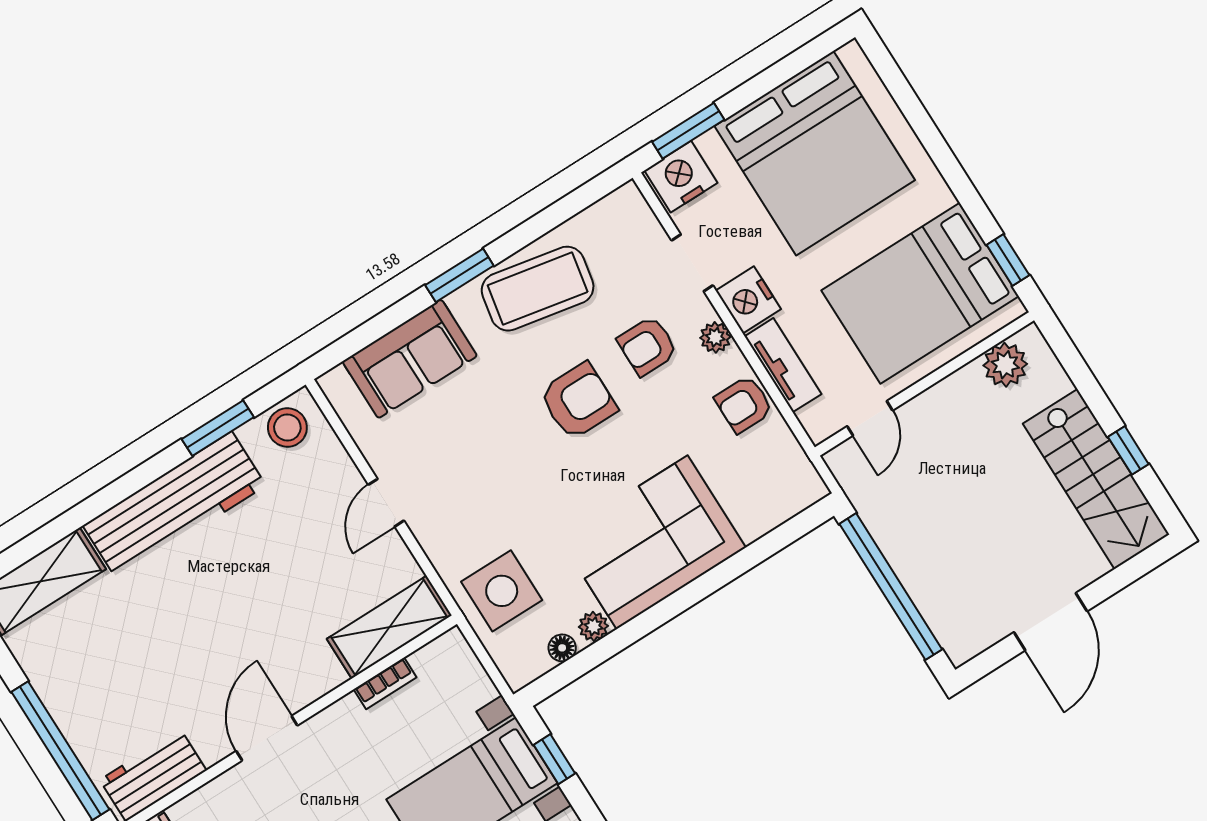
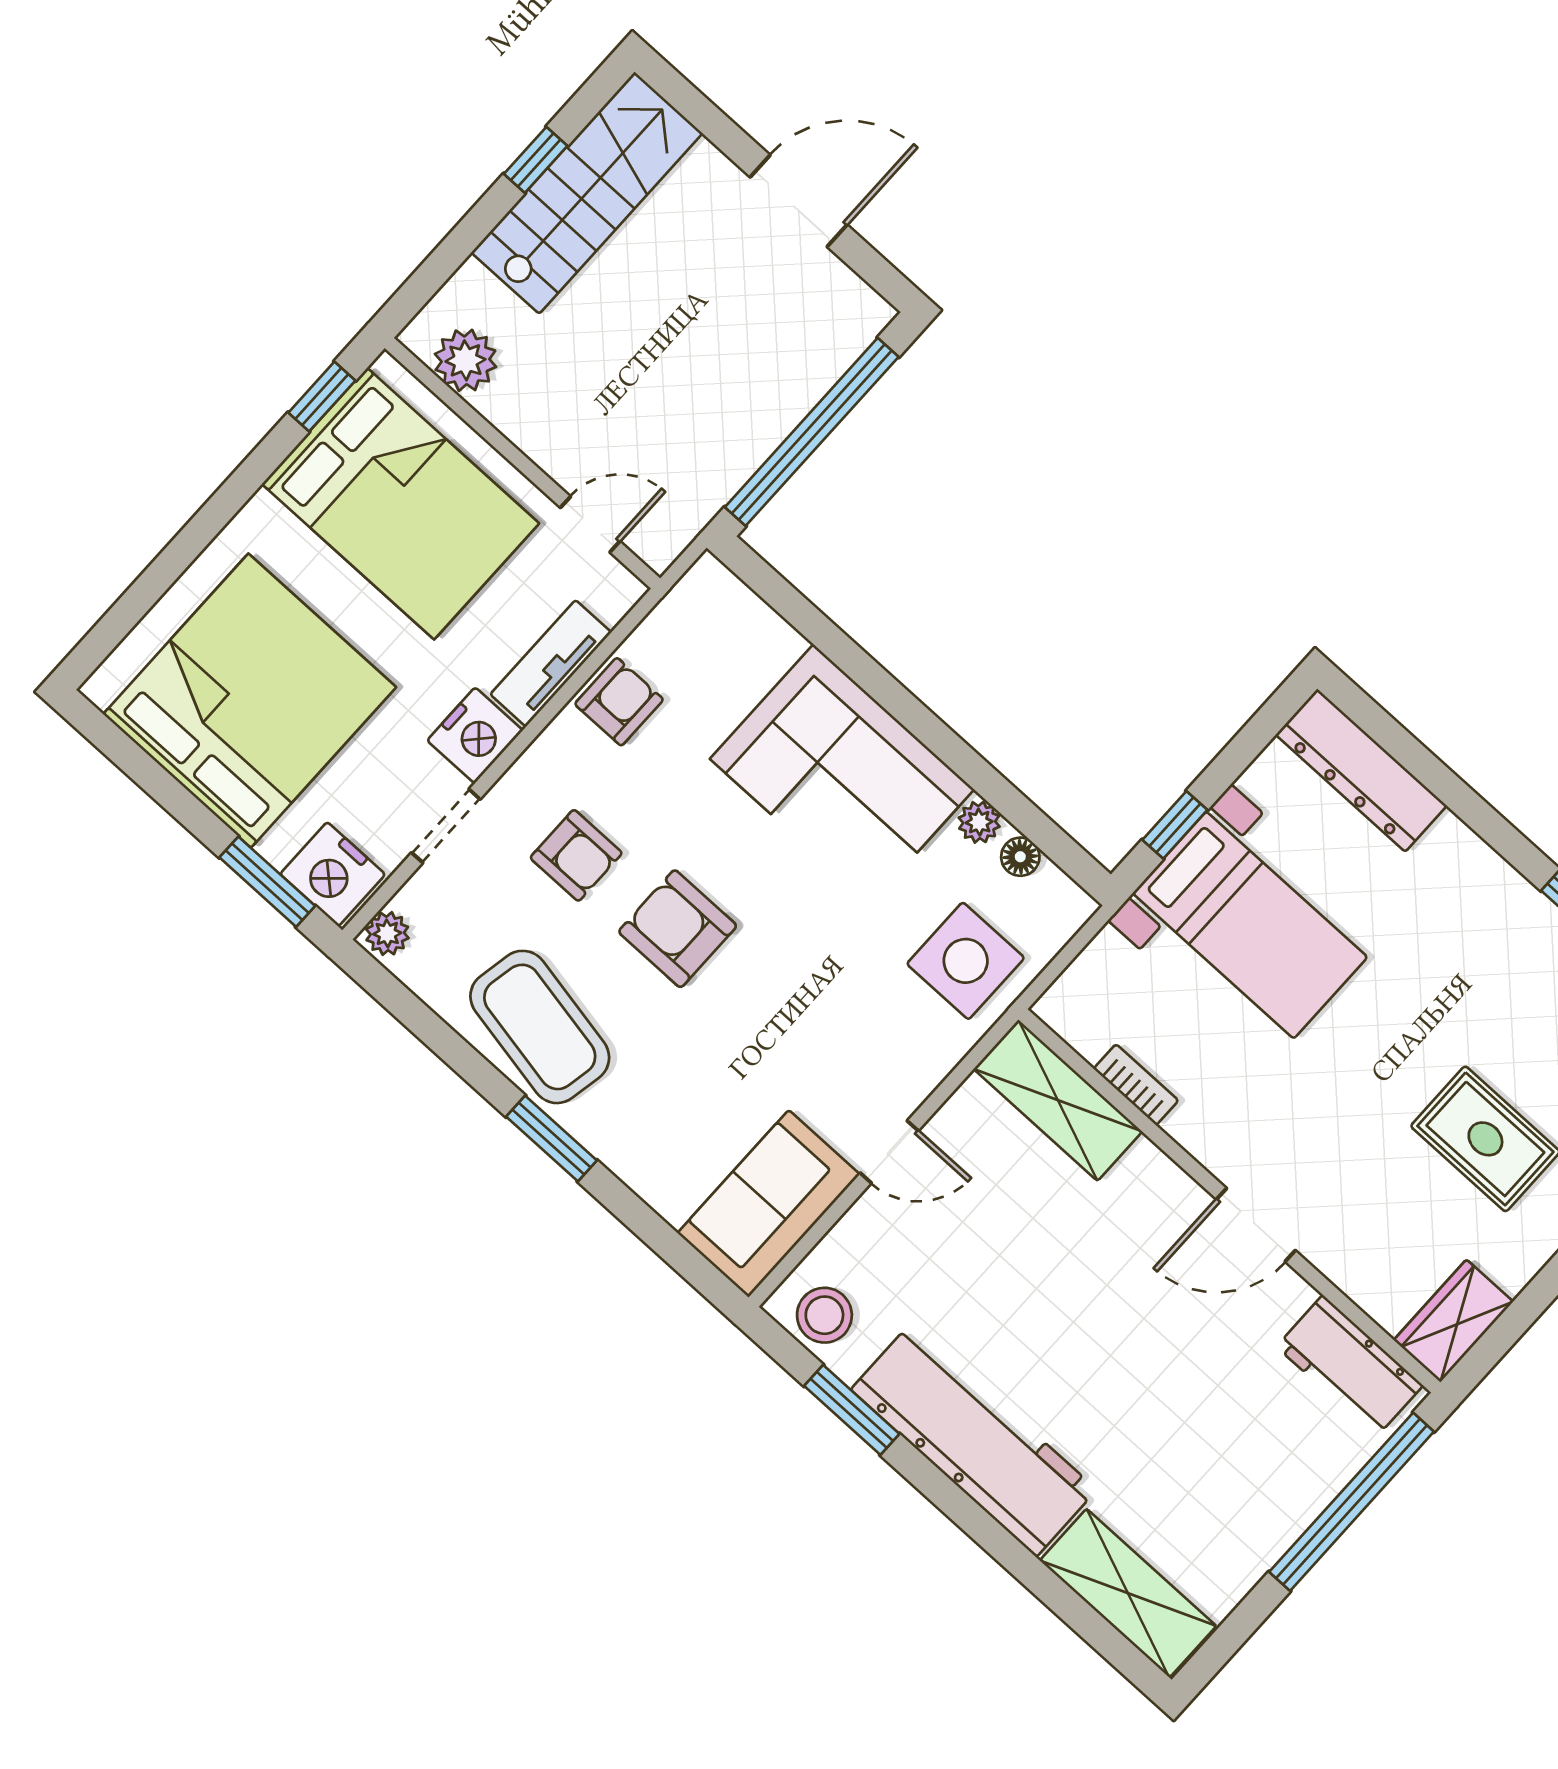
plant: (715, 337) -> (387, 933), moved
sofa: (410, 359) -> (769, 1204), moved, turned -90
armchair: (744, 404) -> (619, 702), turned -90

